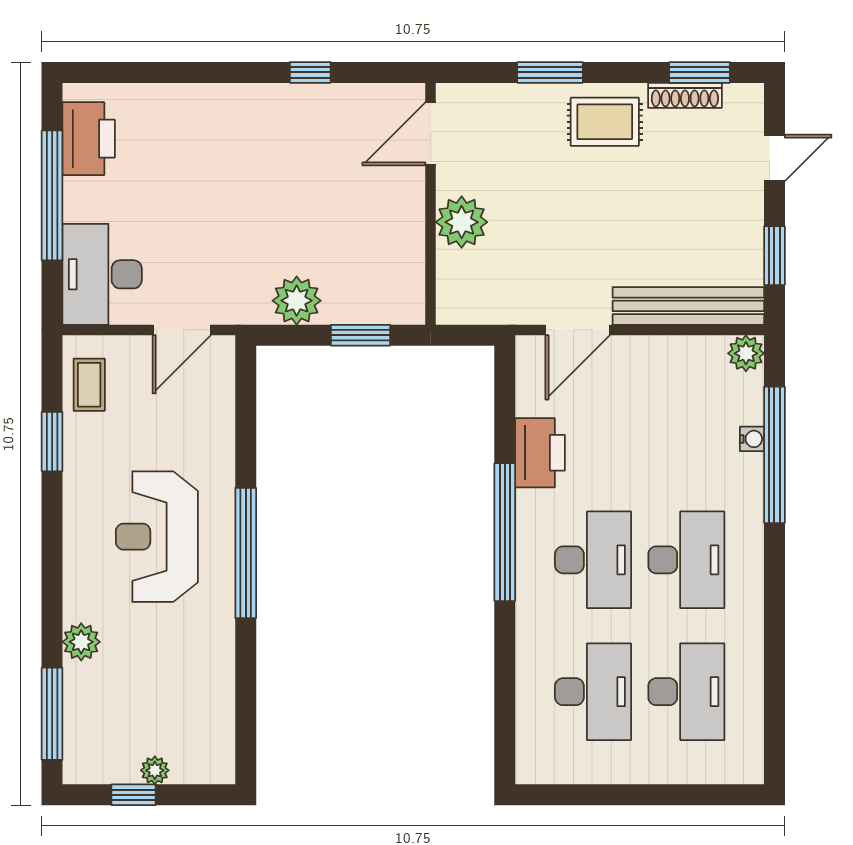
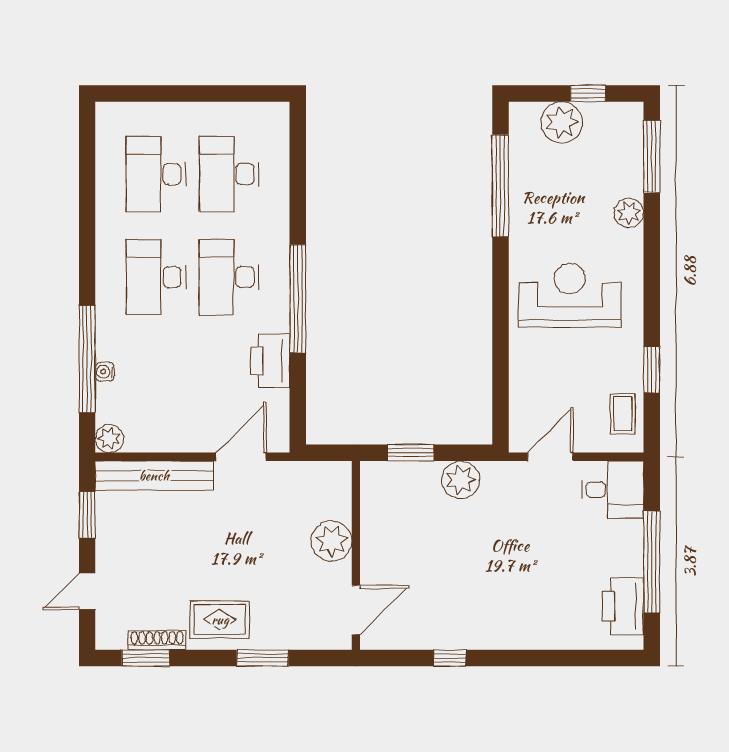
desk: (102, 274) -> (613, 490), width x0.73
reception desk: (157, 537) -> (570, 295), turned -90
window: (246, 553) -> (500, 186), moved
plant: (155, 770) -> (562, 122), width x1.87, depth x1.87

